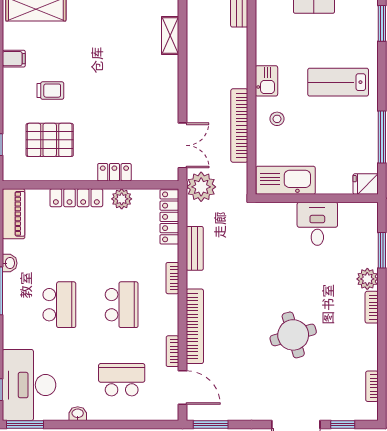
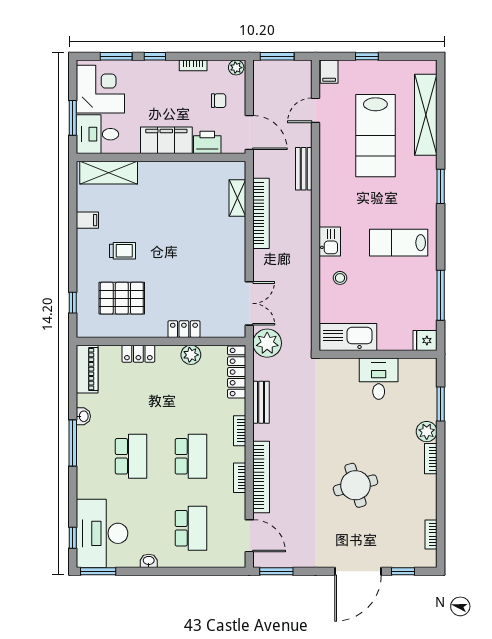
bookcase: (239, 125) -> (261, 213), moved, turned 180
locker: (76, 198) -> (138, 354), width x0.66
bookcase: (172, 351) -> (240, 478), moved
school desk: (122, 380) -> (191, 528), turned 90

